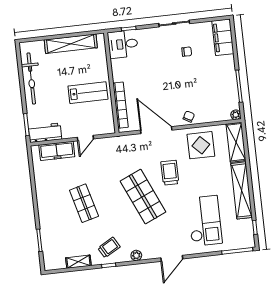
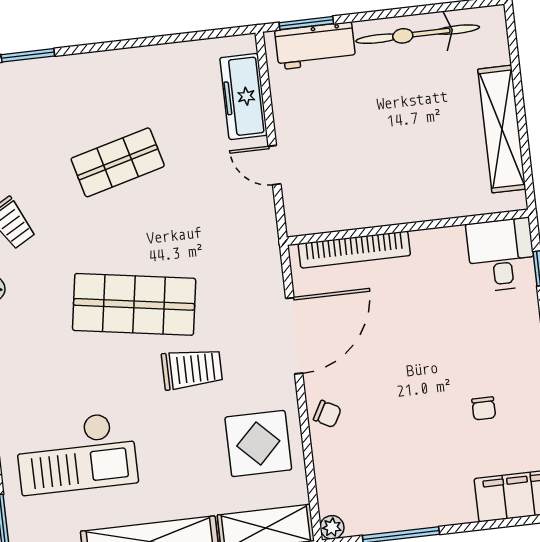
lab bench: (88, 93) -> (384, 171), removed
workbench: (45, 133) -> (315, 46), moved, turned 90
shop shelf: (143, 197) -> (134, 304), turned 33

